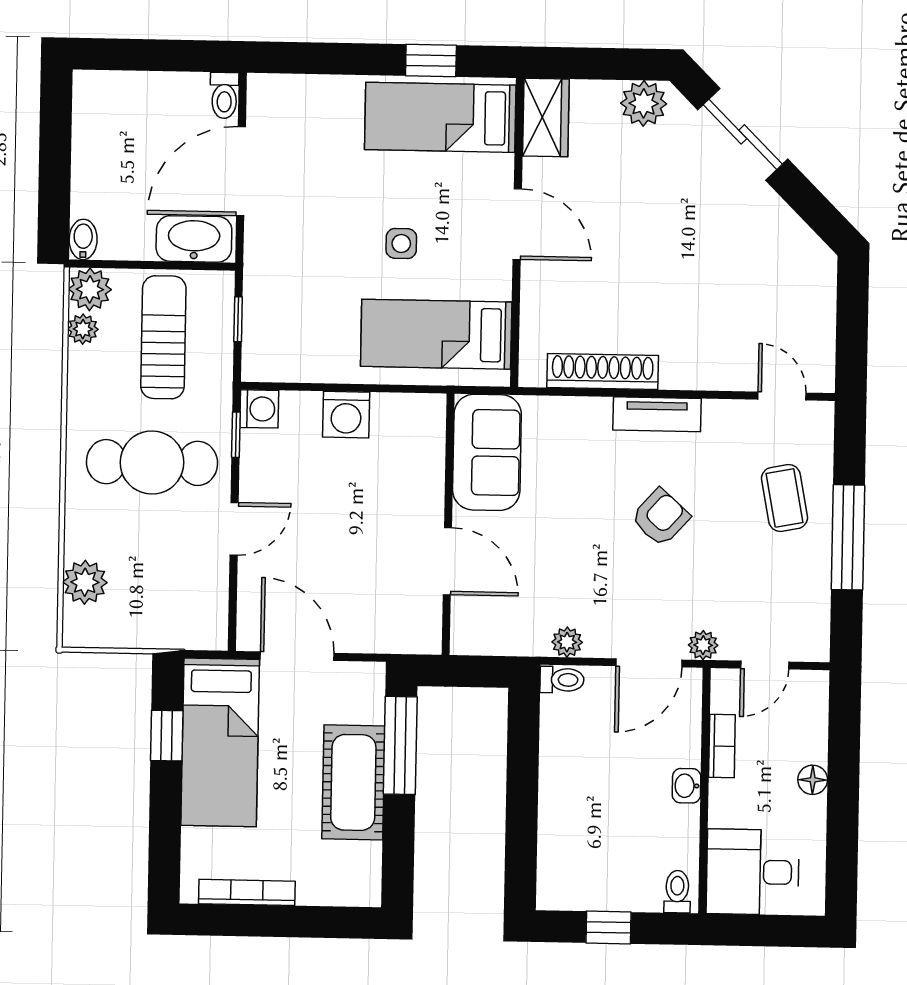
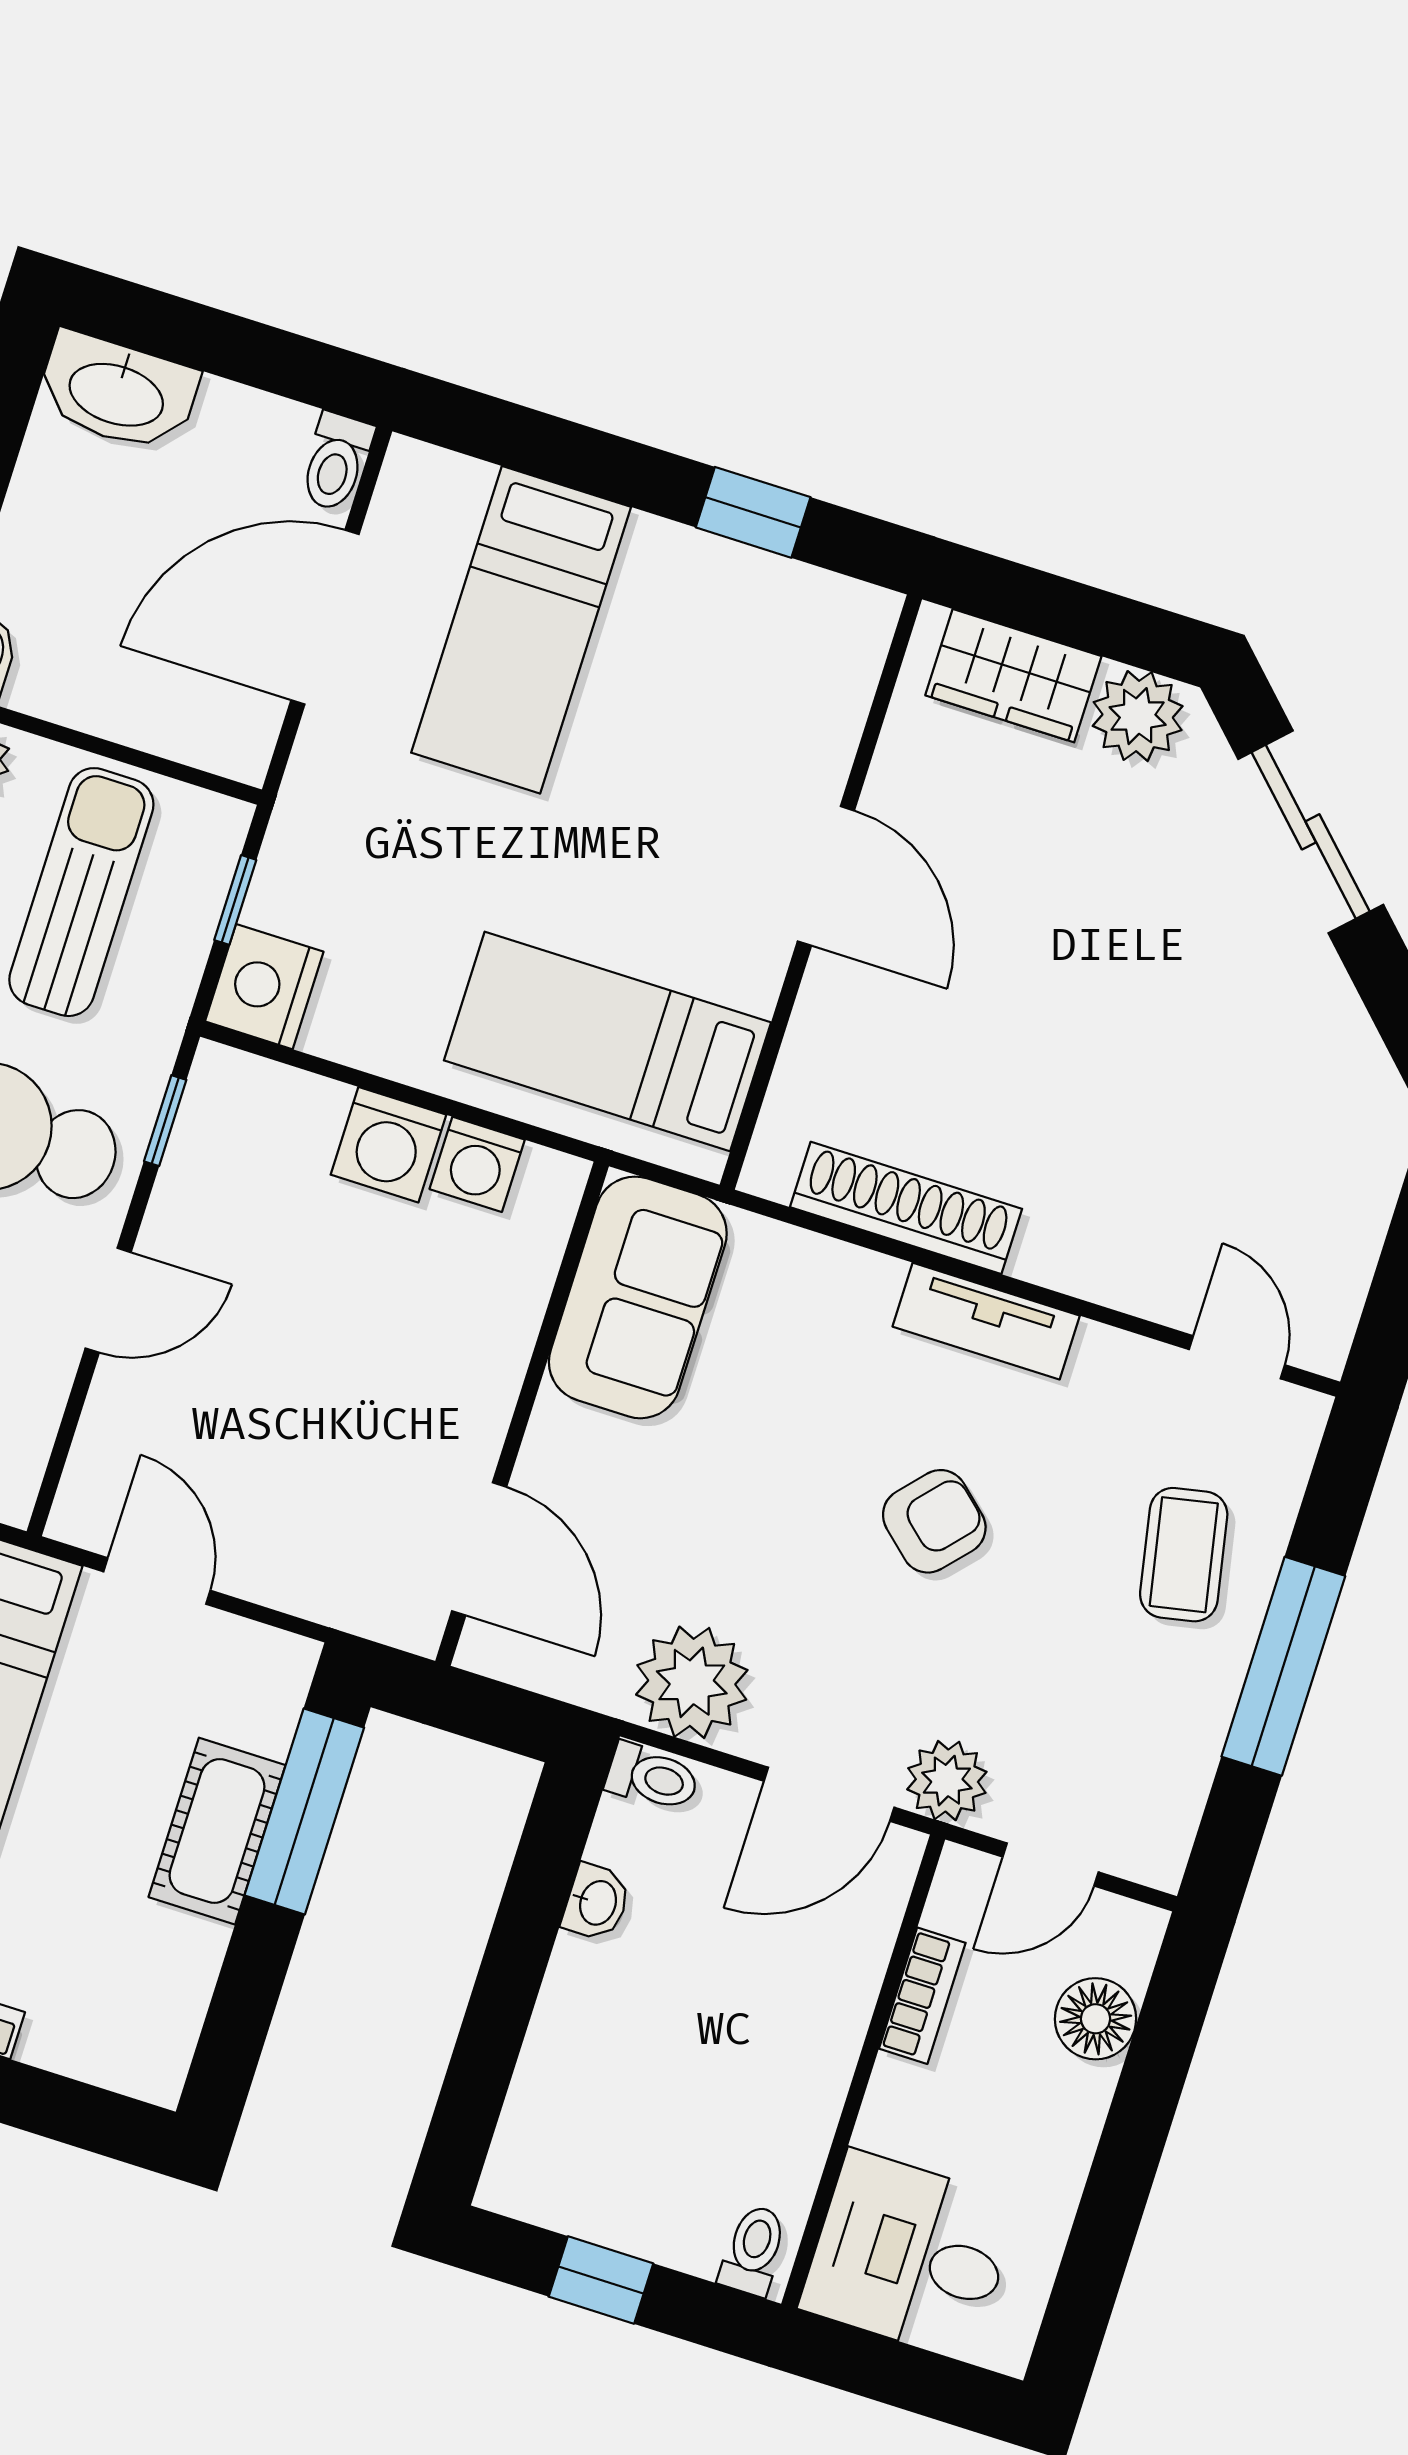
bed: (440, 117) -> (521, 630), moved, turned -90
wardrobe: (546, 117) -> (1013, 676), moved, turned 90
washbasin: (194, 239) -> (117, 392), moved, turned 180
side table: (401, 244) -> (592, 847), removed
nightstand: (264, 357) -> (264, 987), added
washing machine: (259, 409) -> (477, 1164), moved, turned 90
door: (447, 561) -> (479, 1549), moved
plant: (567, 642) -> (692, 1682), width x1.88, depth x1.88
plant: (703, 645) -> (947, 1781), width x1.38, depth x1.38
door: (297, 656) -> (157, 1581), width x0.73
floor lamp: (813, 780) -> (1096, 2019), moved, width x1.37, depth x1.37
cot: (353, 782) -> (217, 1831), width x0.73, depth x0.75
washbasin: (687, 786) -> (596, 1902), moved, turned 180

